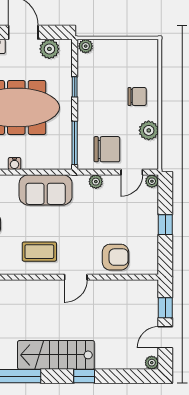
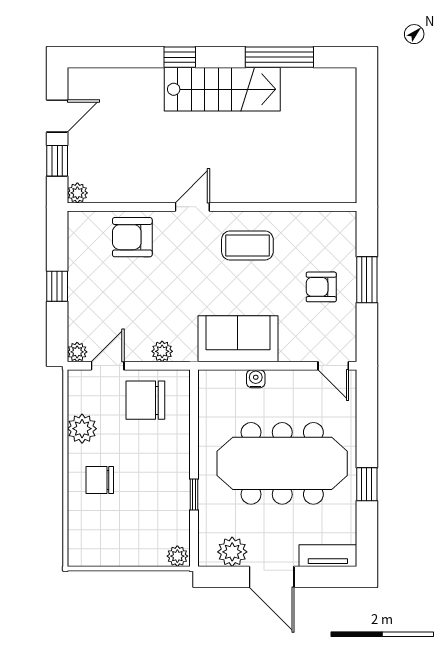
window: (75, 143) -> (194, 410), removed
water cooler: (15, 163) -> (256, 379), moved
plant: (152, 363) -> (77, 193), moved

